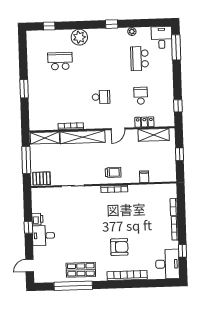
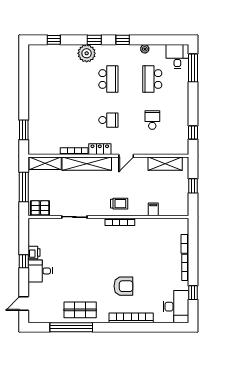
window: (86, 25) -> (94, 40), added
school desk: (60, 61) -> (108, 79), moved, turned 90
window: (24, 89) -> (24, 130), moved
locker: (144, 122) -> (100, 149), moved

